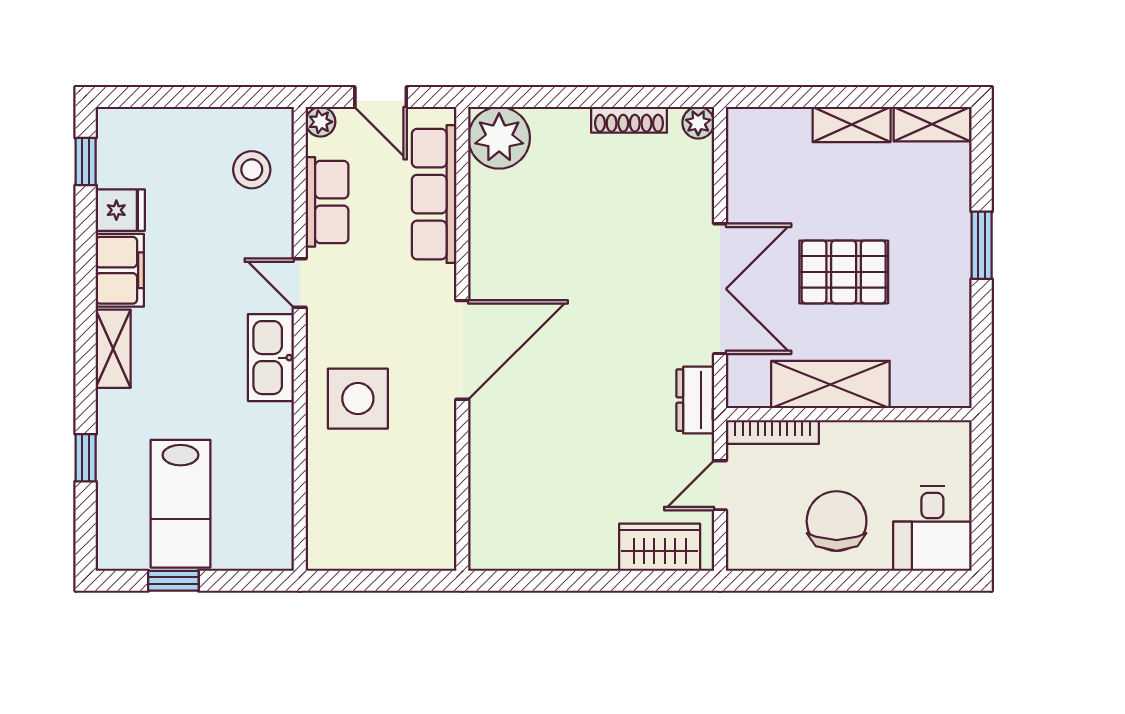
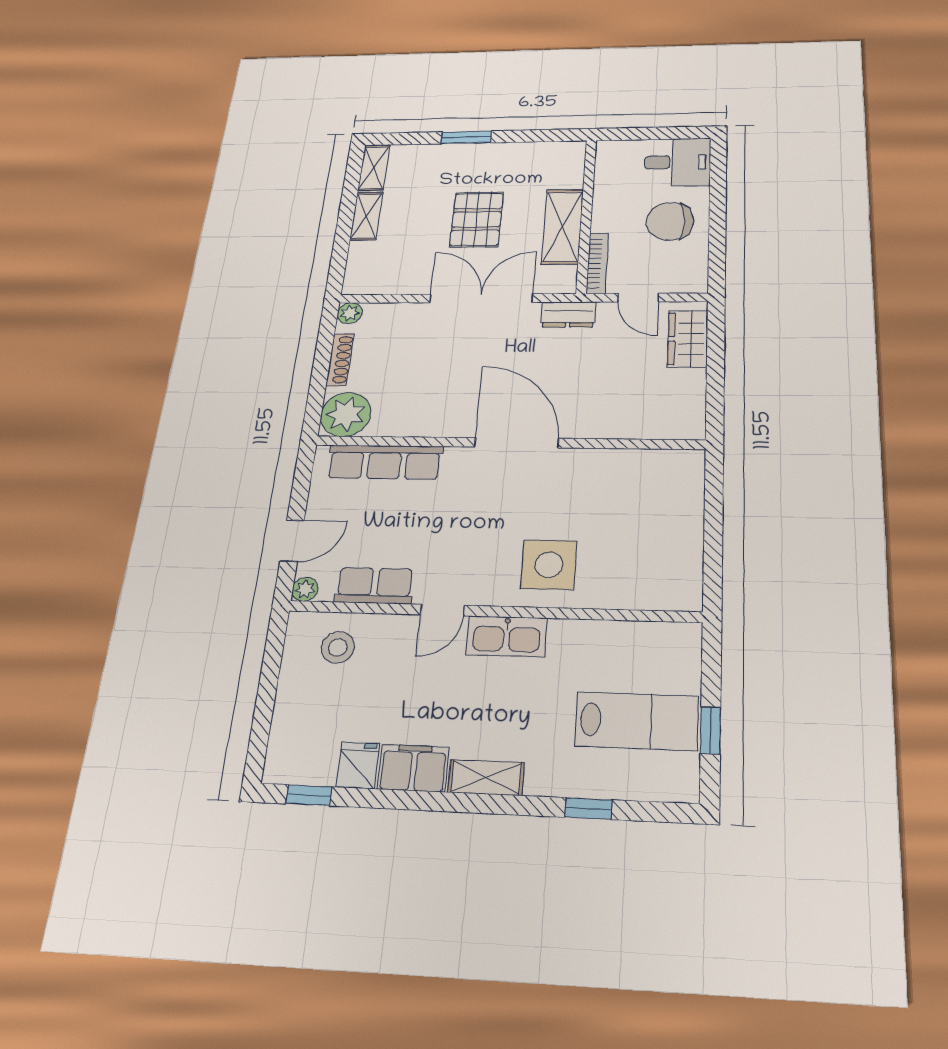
plant: (499, 138) -> (346, 414), moved
row of seats: (434, 194) -> (385, 462), moved
wall: (462, 339) -> (507, 443), moved
door: (462, 350) -> (517, 443), moved

